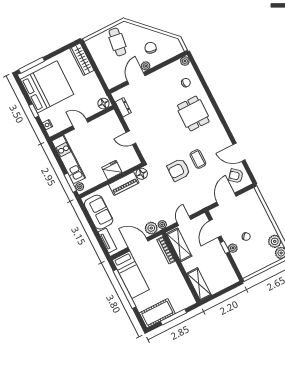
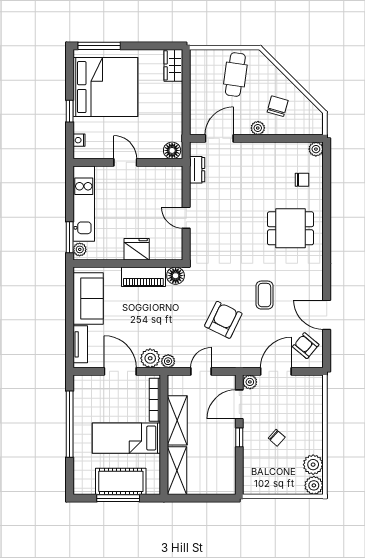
wardrobe: (82, 59) -> (173, 65), width x0.67
door: (136, 78) -> (219, 138), moved
dining table: (193, 114) -> (290, 228), turned 90
armchair: (179, 170) -> (223, 320), moved, turned 116
shelving: (179, 245) -> (177, 420), moved
plant: (233, 248) -> (250, 382), moved
bed: (131, 275) -> (126, 438), moved, turned 90
cot: (157, 313) -> (121, 481), moved

